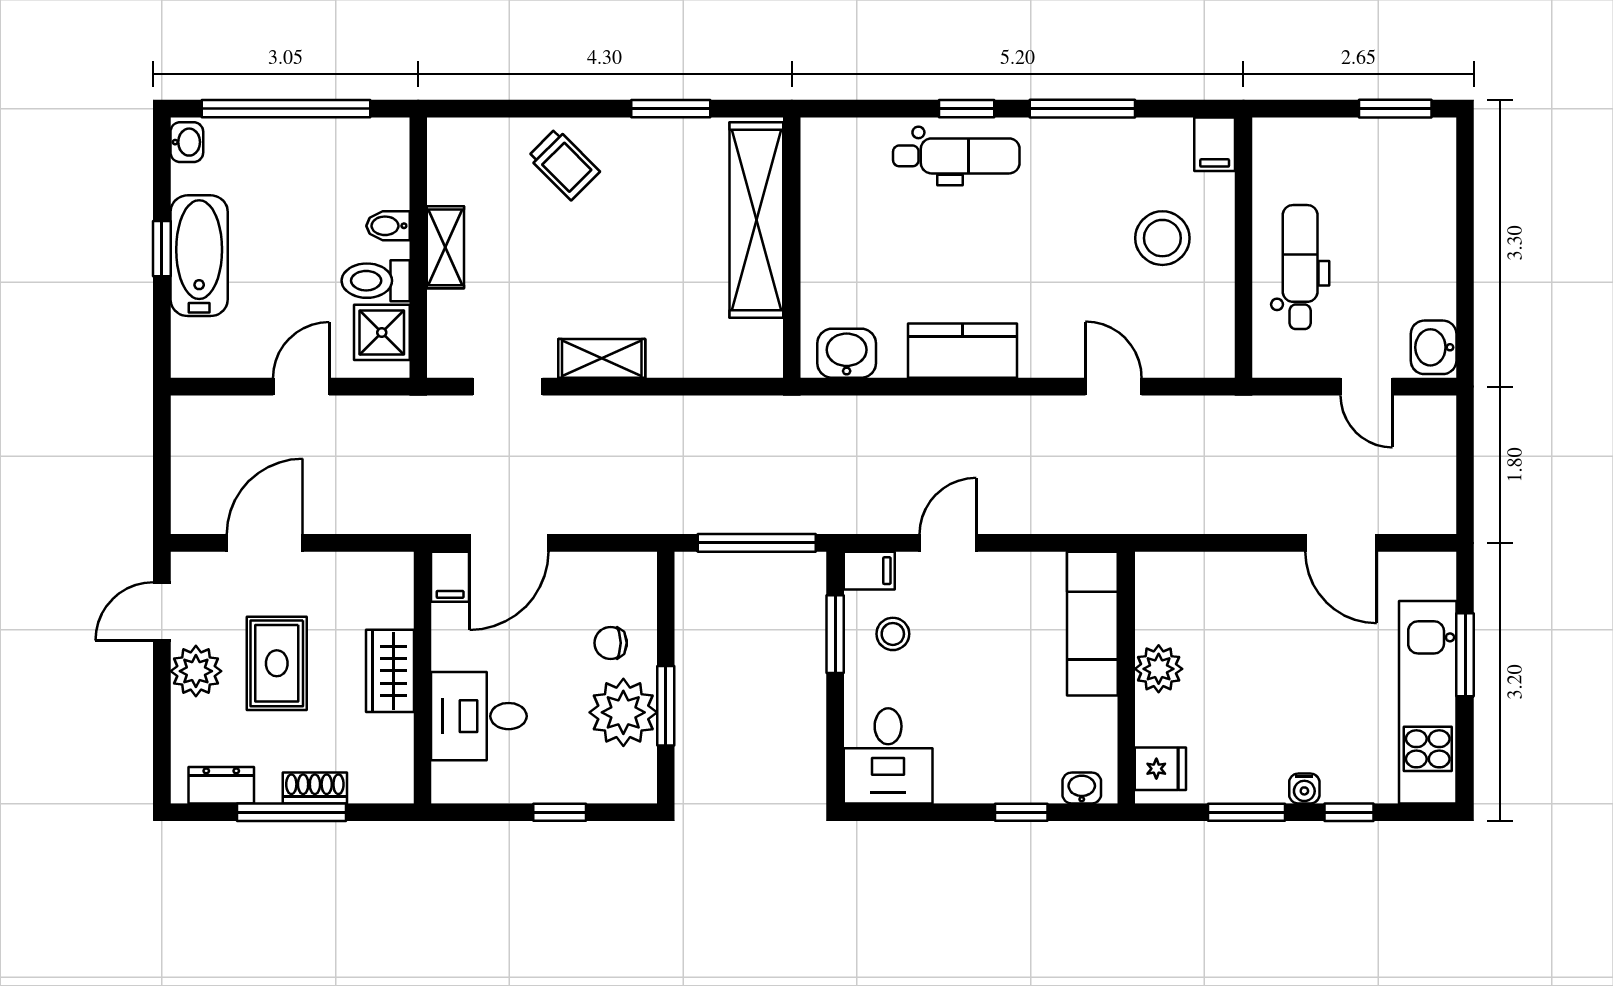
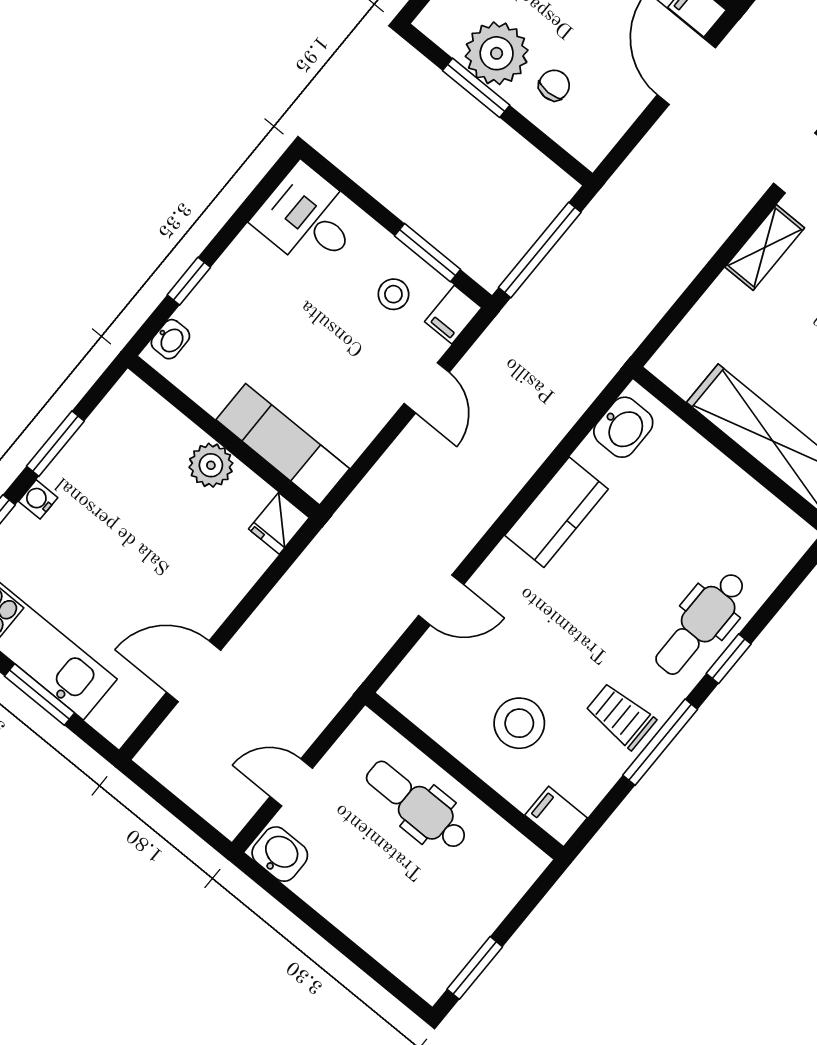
trolley: (1088, 159) -> (621, 716), added
dental chair: (1300, 267) -> (417, 805), turned 180
fridge: (1160, 769) -> (279, 523), moved

